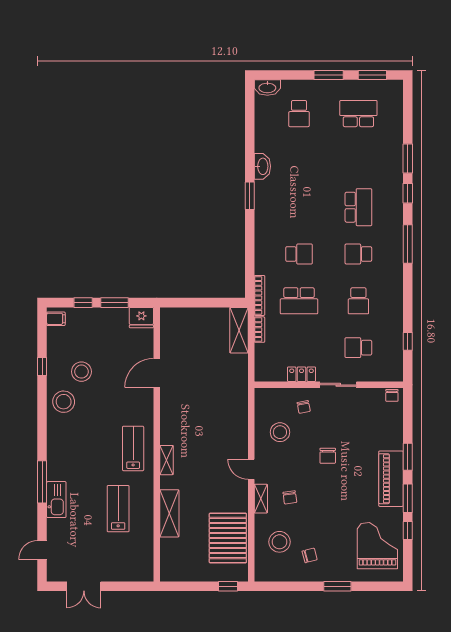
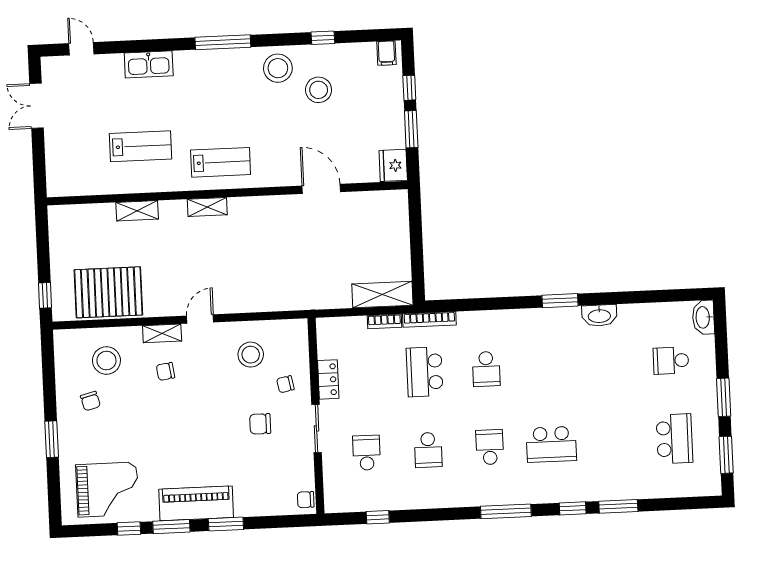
school desk: (358, 301) -> (428, 450), turned -90
chair: (328, 456) -> (260, 424), moved
window: (42, 482) -> (223, 42), moved
shelving: (169, 513) -> (137, 211), width x0.67, depth x0.75

